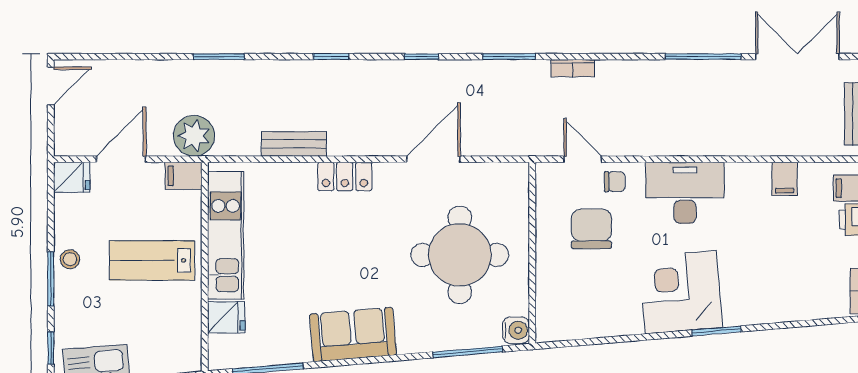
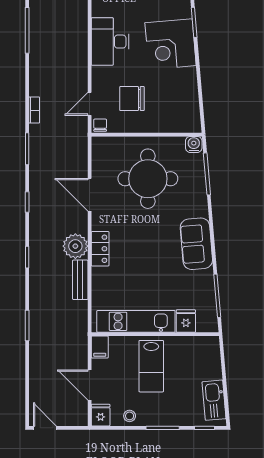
plant: (194, 136) -> (75, 246), moved
chair: (615, 182) -> (100, 125), moved
stool: (70, 259) -> (130, 416), moved

